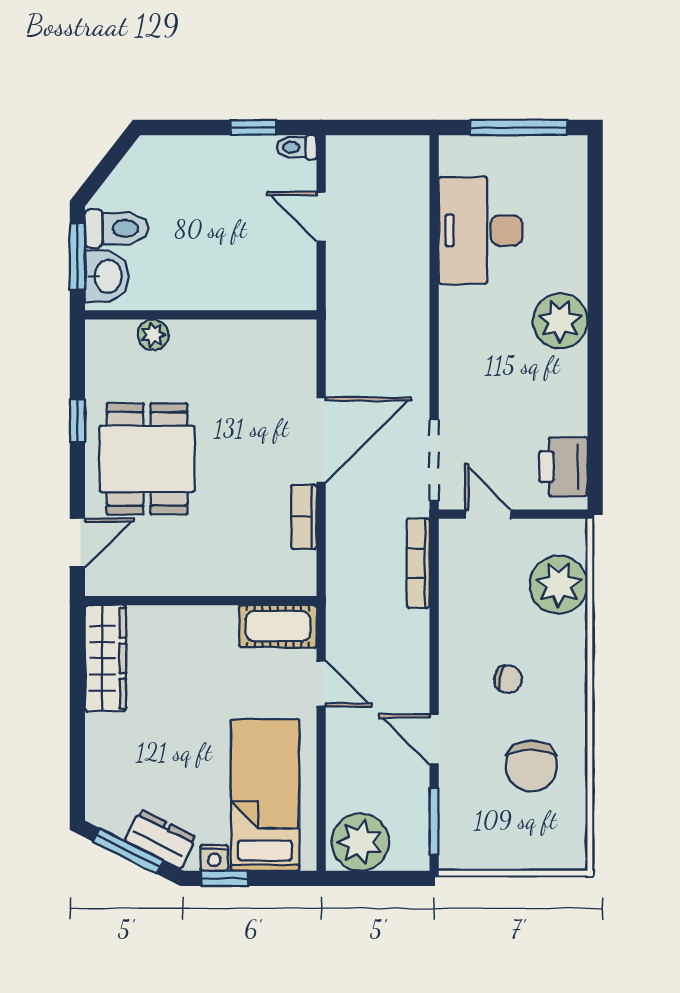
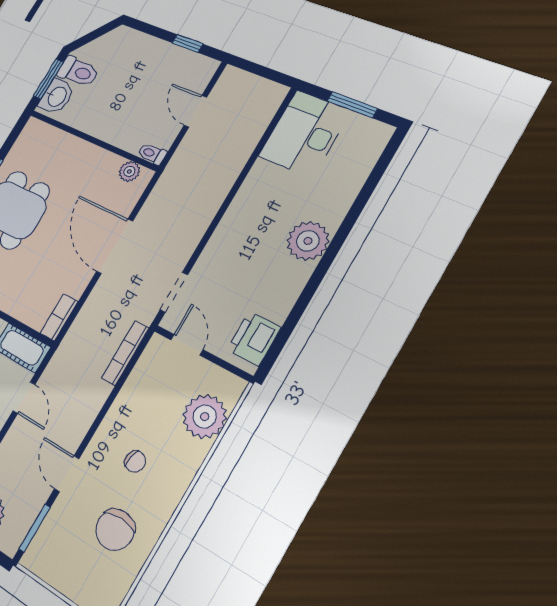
window: (518, 128) -> (352, 105), width x0.69
toilet: (297, 147) -> (152, 154), moved
desk: (481, 230) -> (305, 133), moved
plant: (153, 335) -> (129, 171), moved
door: (321, 440) -> (115, 246), swing flipped
doorway: (434, 460) -> (174, 292), width x0.73
bookcase: (304, 517) -> (59, 317), moved

